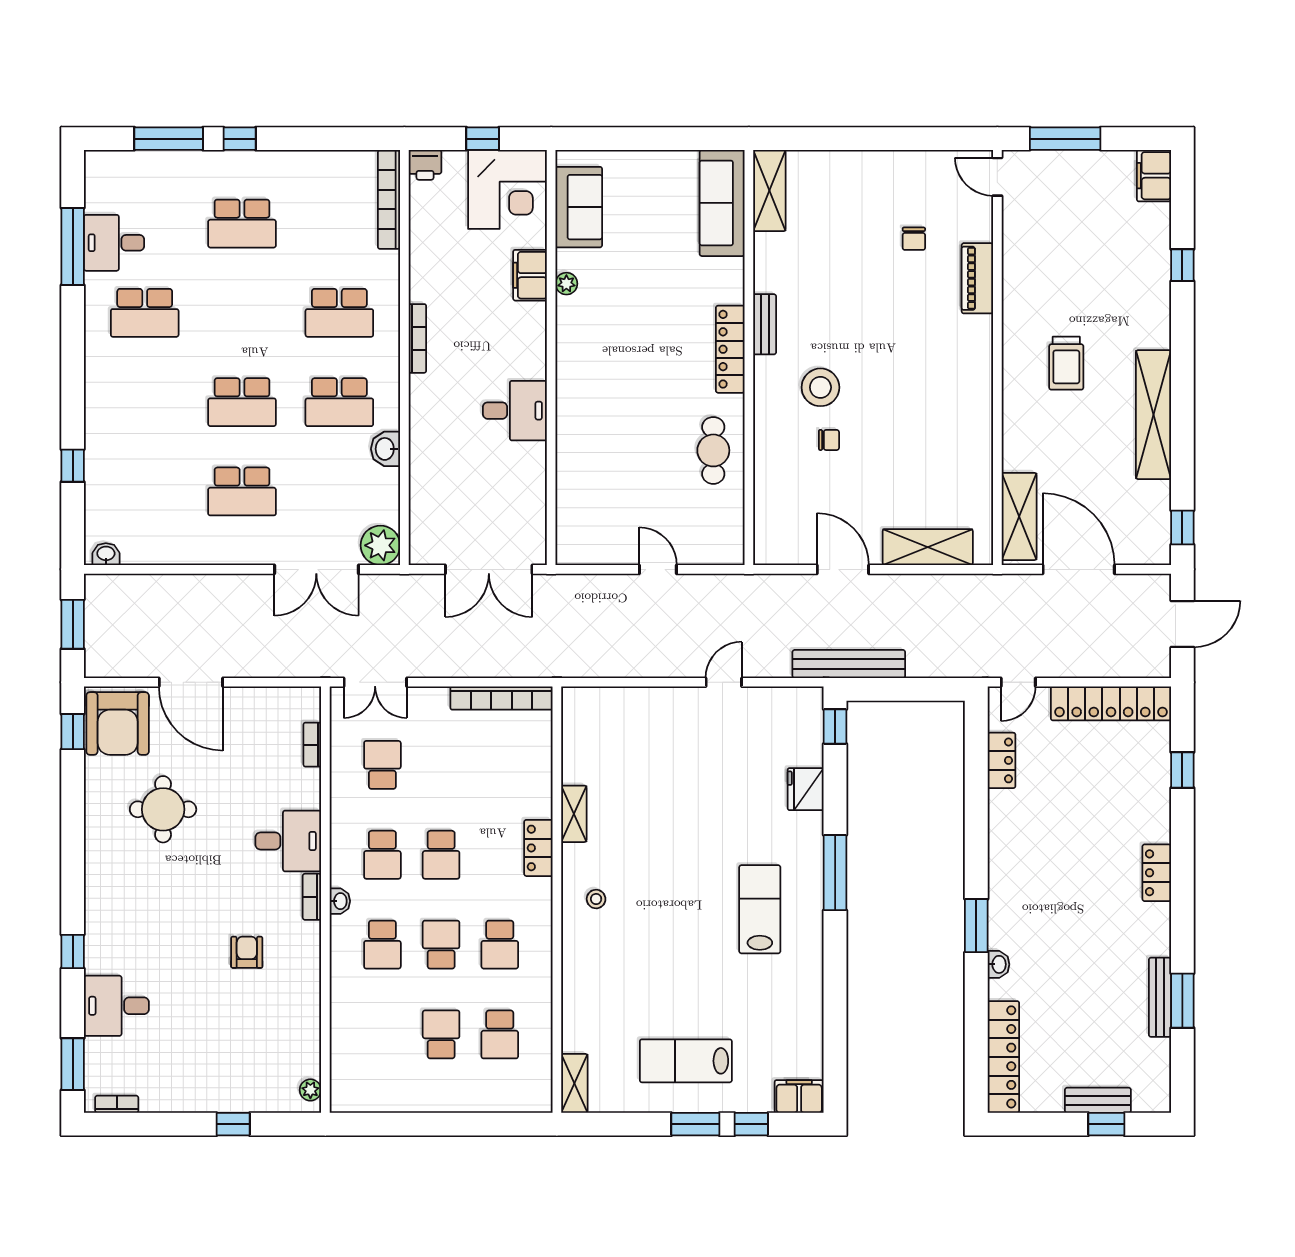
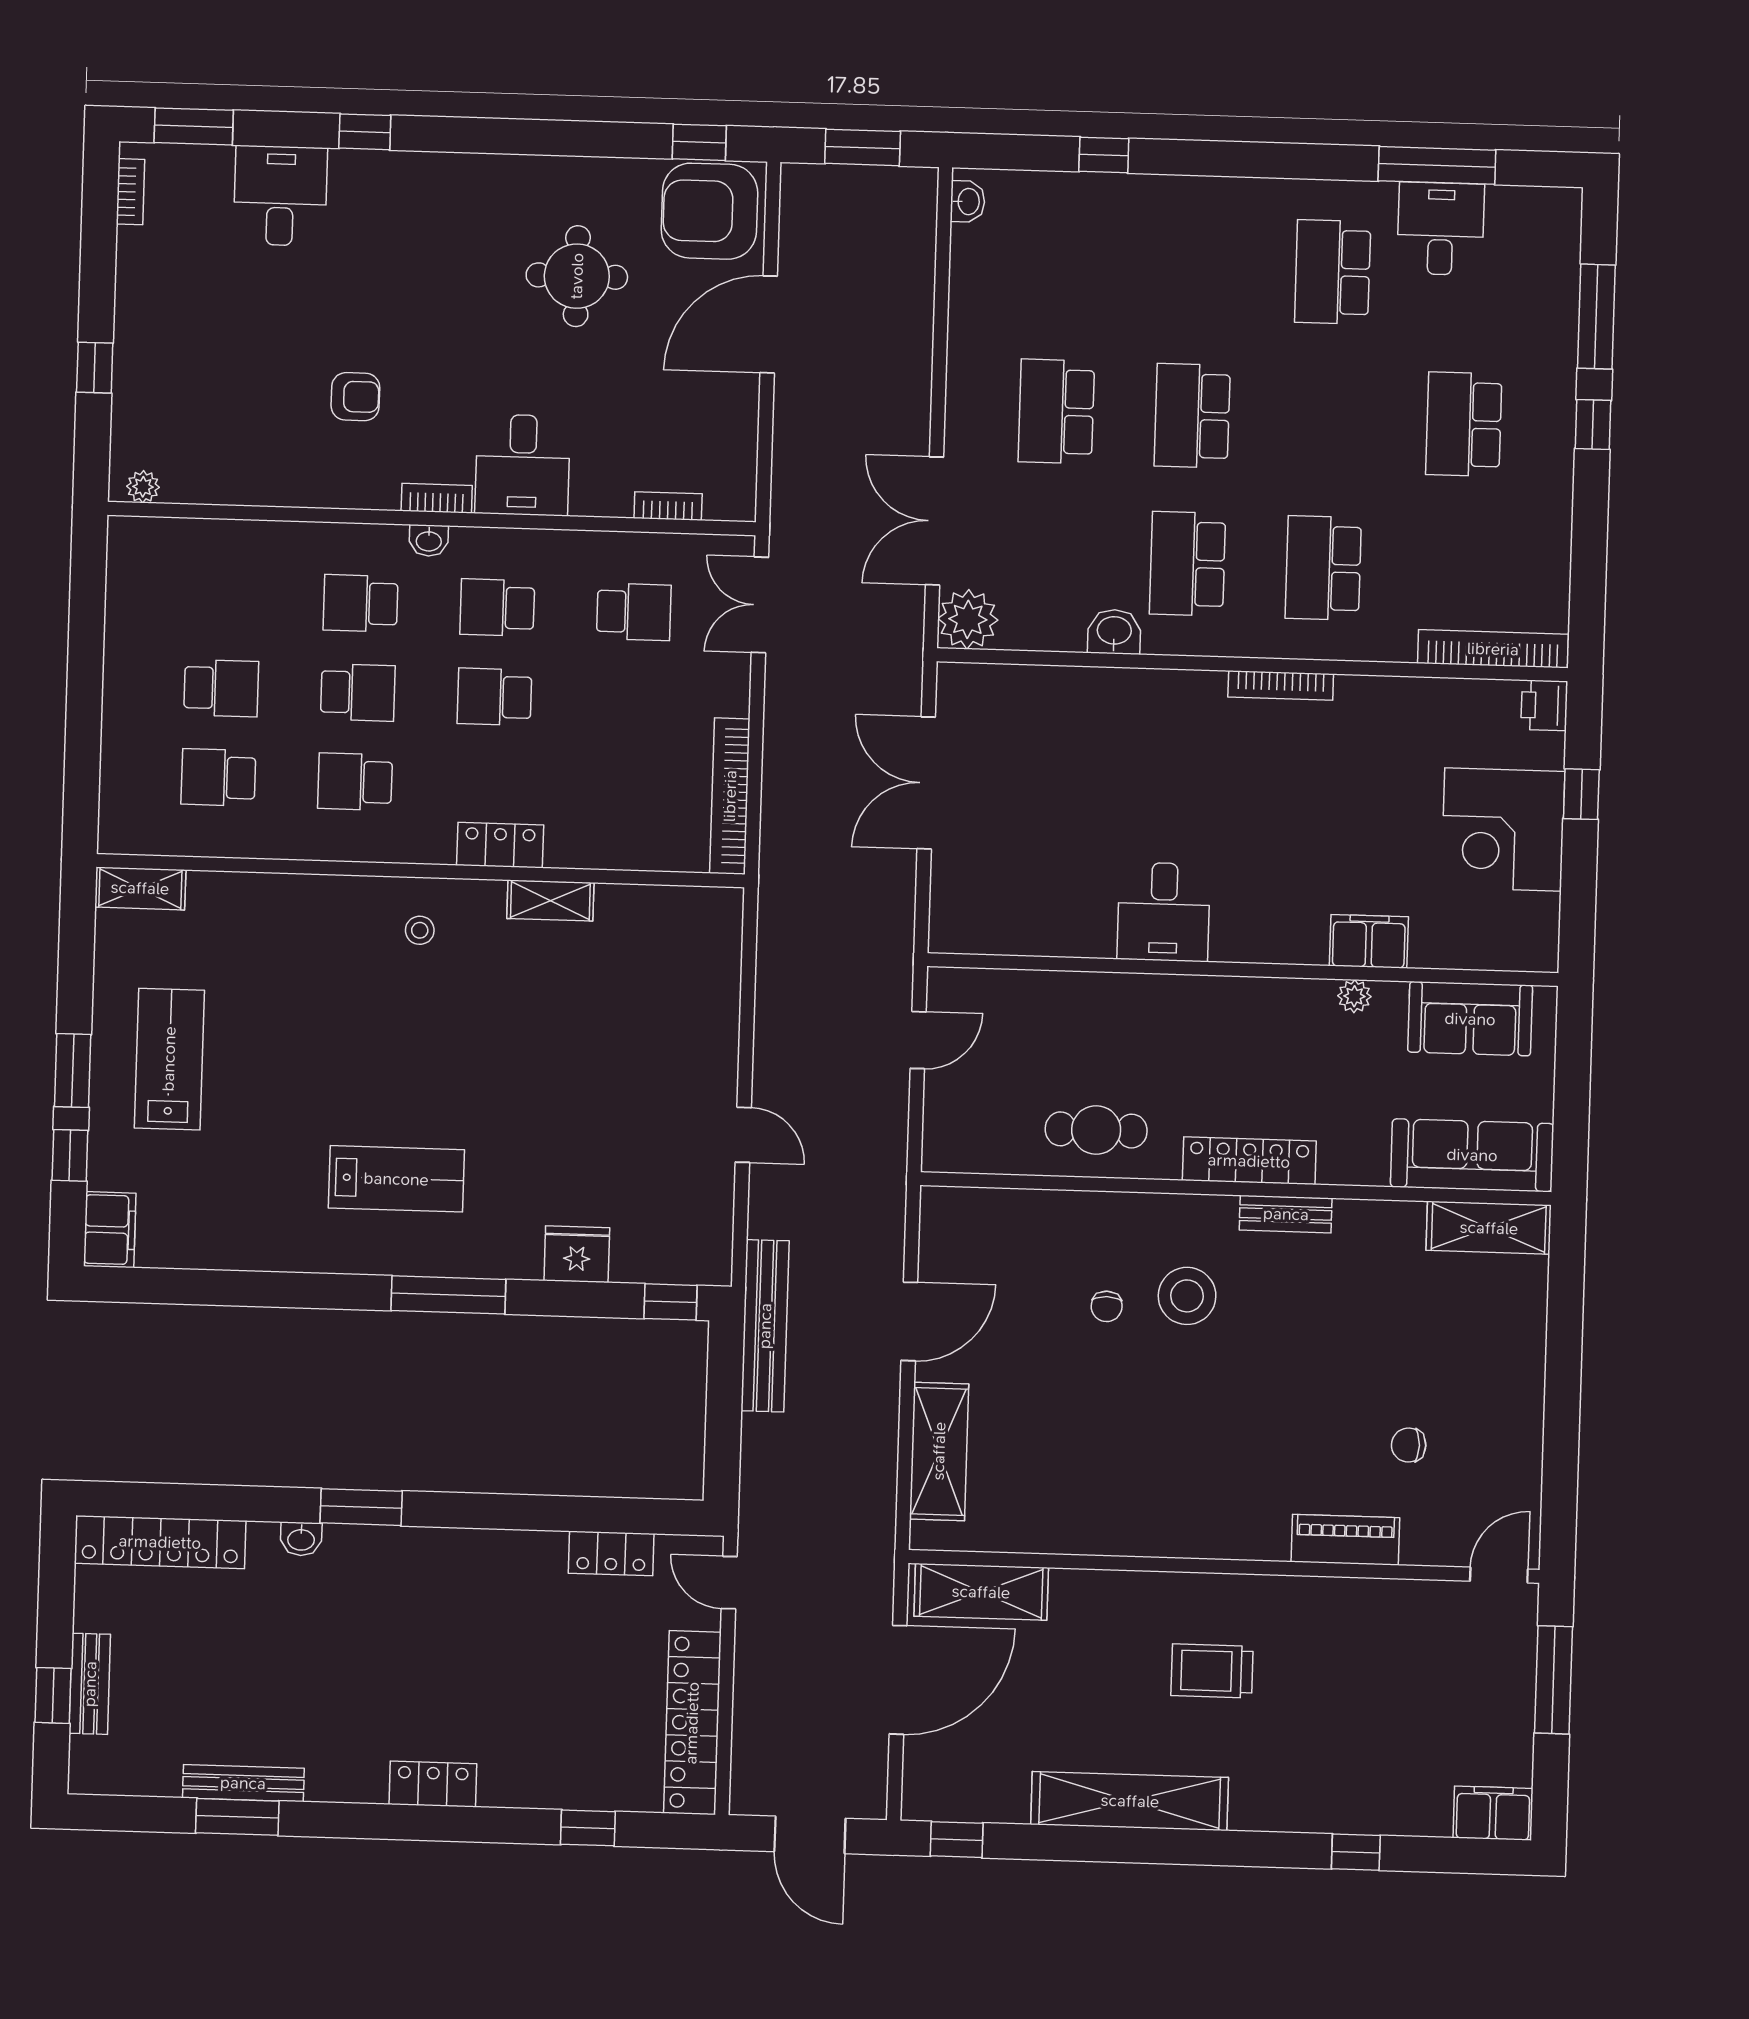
sofa: (579, 207) -> (1470, 1019), moved
filing cabinet: (530, 275) -> (1369, 941), moved
plant: (566, 284) -> (1354, 996), moved
wall: (551, 358) -> (1243, 970), moved
desk: (515, 411) -> (1164, 912), moved

